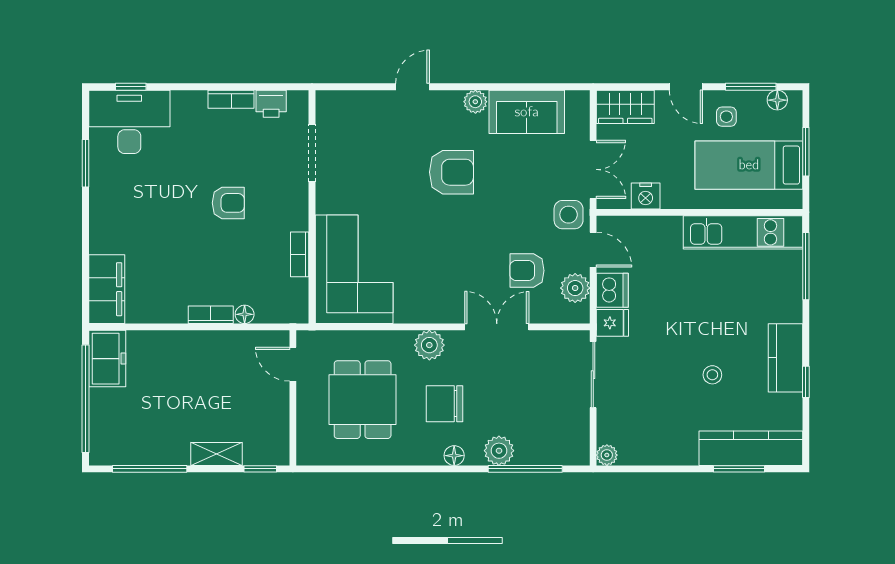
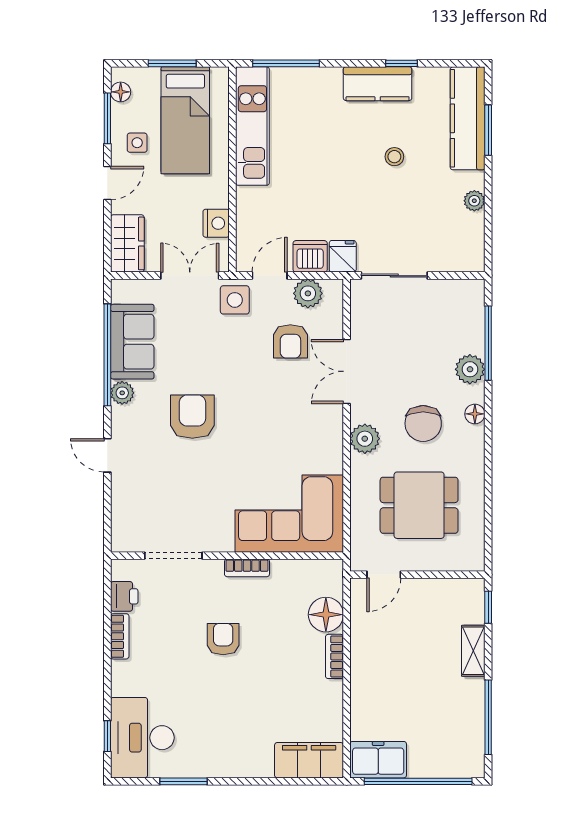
window: (513, 87) -> (107, 355), added
bookcase: (300, 254) -> (247, 568), moved
floor lamp: (245, 314) -> (326, 615), width x1.89, depth x1.89
plant: (607, 455) -> (474, 201), moved

